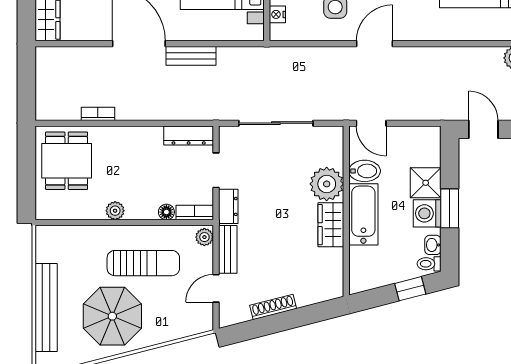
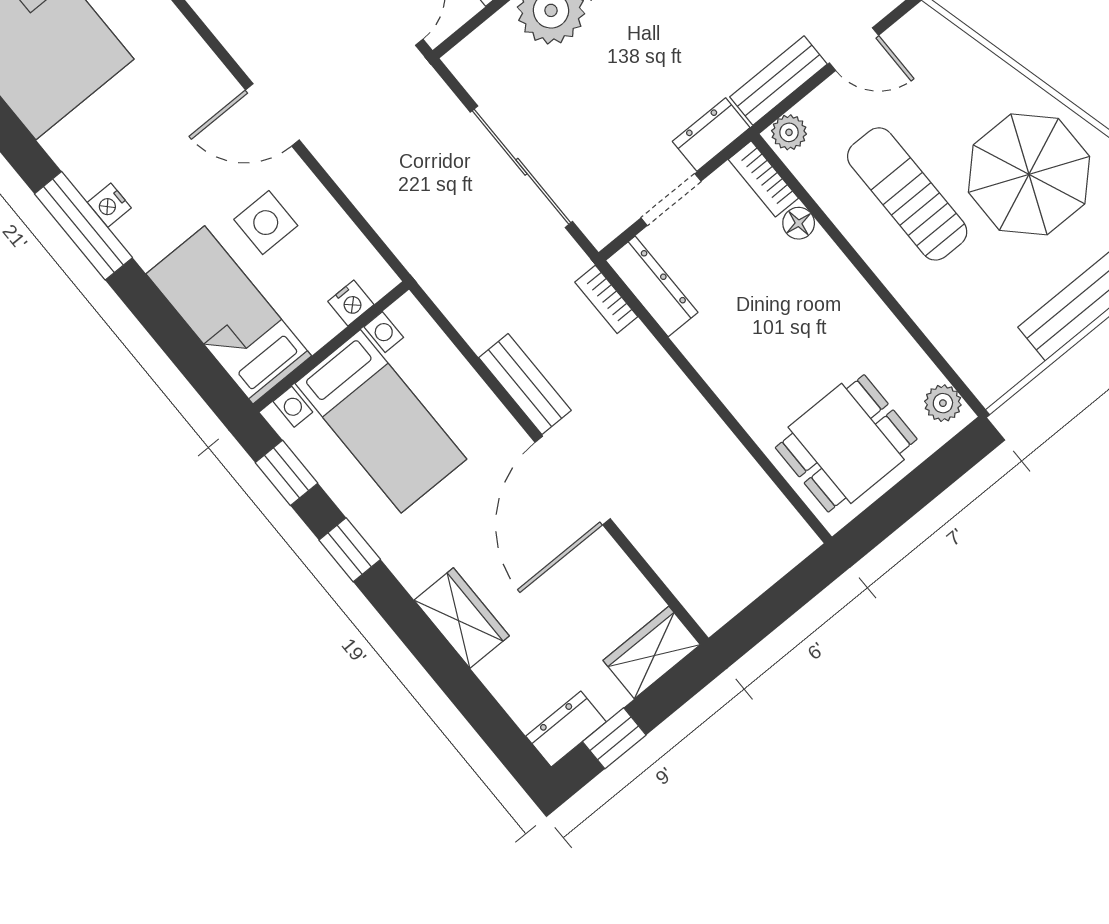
bookcase: (98, 114) -> (606, 299), moved
plant: (115, 211) -> (943, 403), moved

